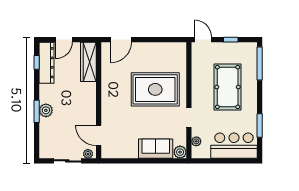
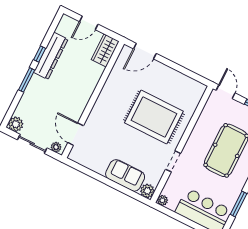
window: (37, 62) -> (40, 54), moved
wardrobe: (88, 62) -> (105, 50), width x0.67
dresser: (46, 63) -> (51, 56), moved
plant: (46, 110) -> (16, 124), moved
plant: (196, 141) -> (162, 200), moved

